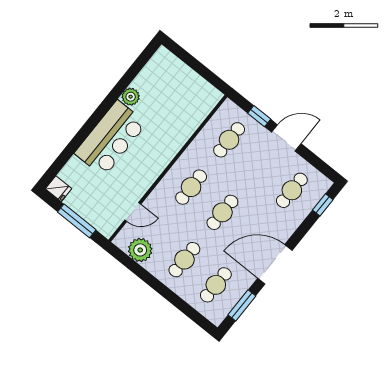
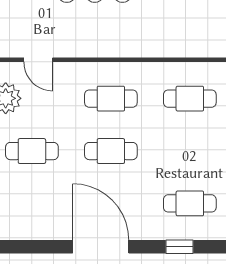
window: (323, 205) -> (180, 247), moved
cafe table: (216, 285) -> (32, 203), removed
window: (242, 305) -> (32, 247), removed

